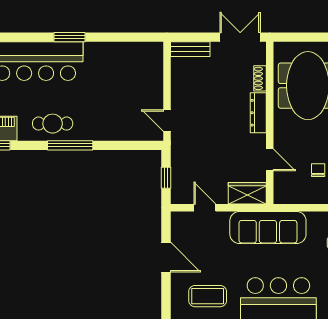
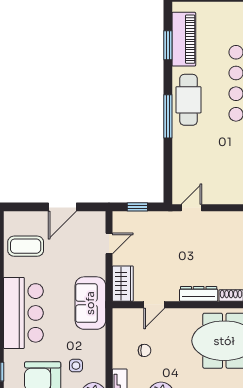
cafe table: (53, 124) -> (188, 100), width x1.37, depth x1.35
sofa: (268, 227) -> (90, 303), width x0.73
coffee table: (208, 296) -> (26, 246), turned 90

